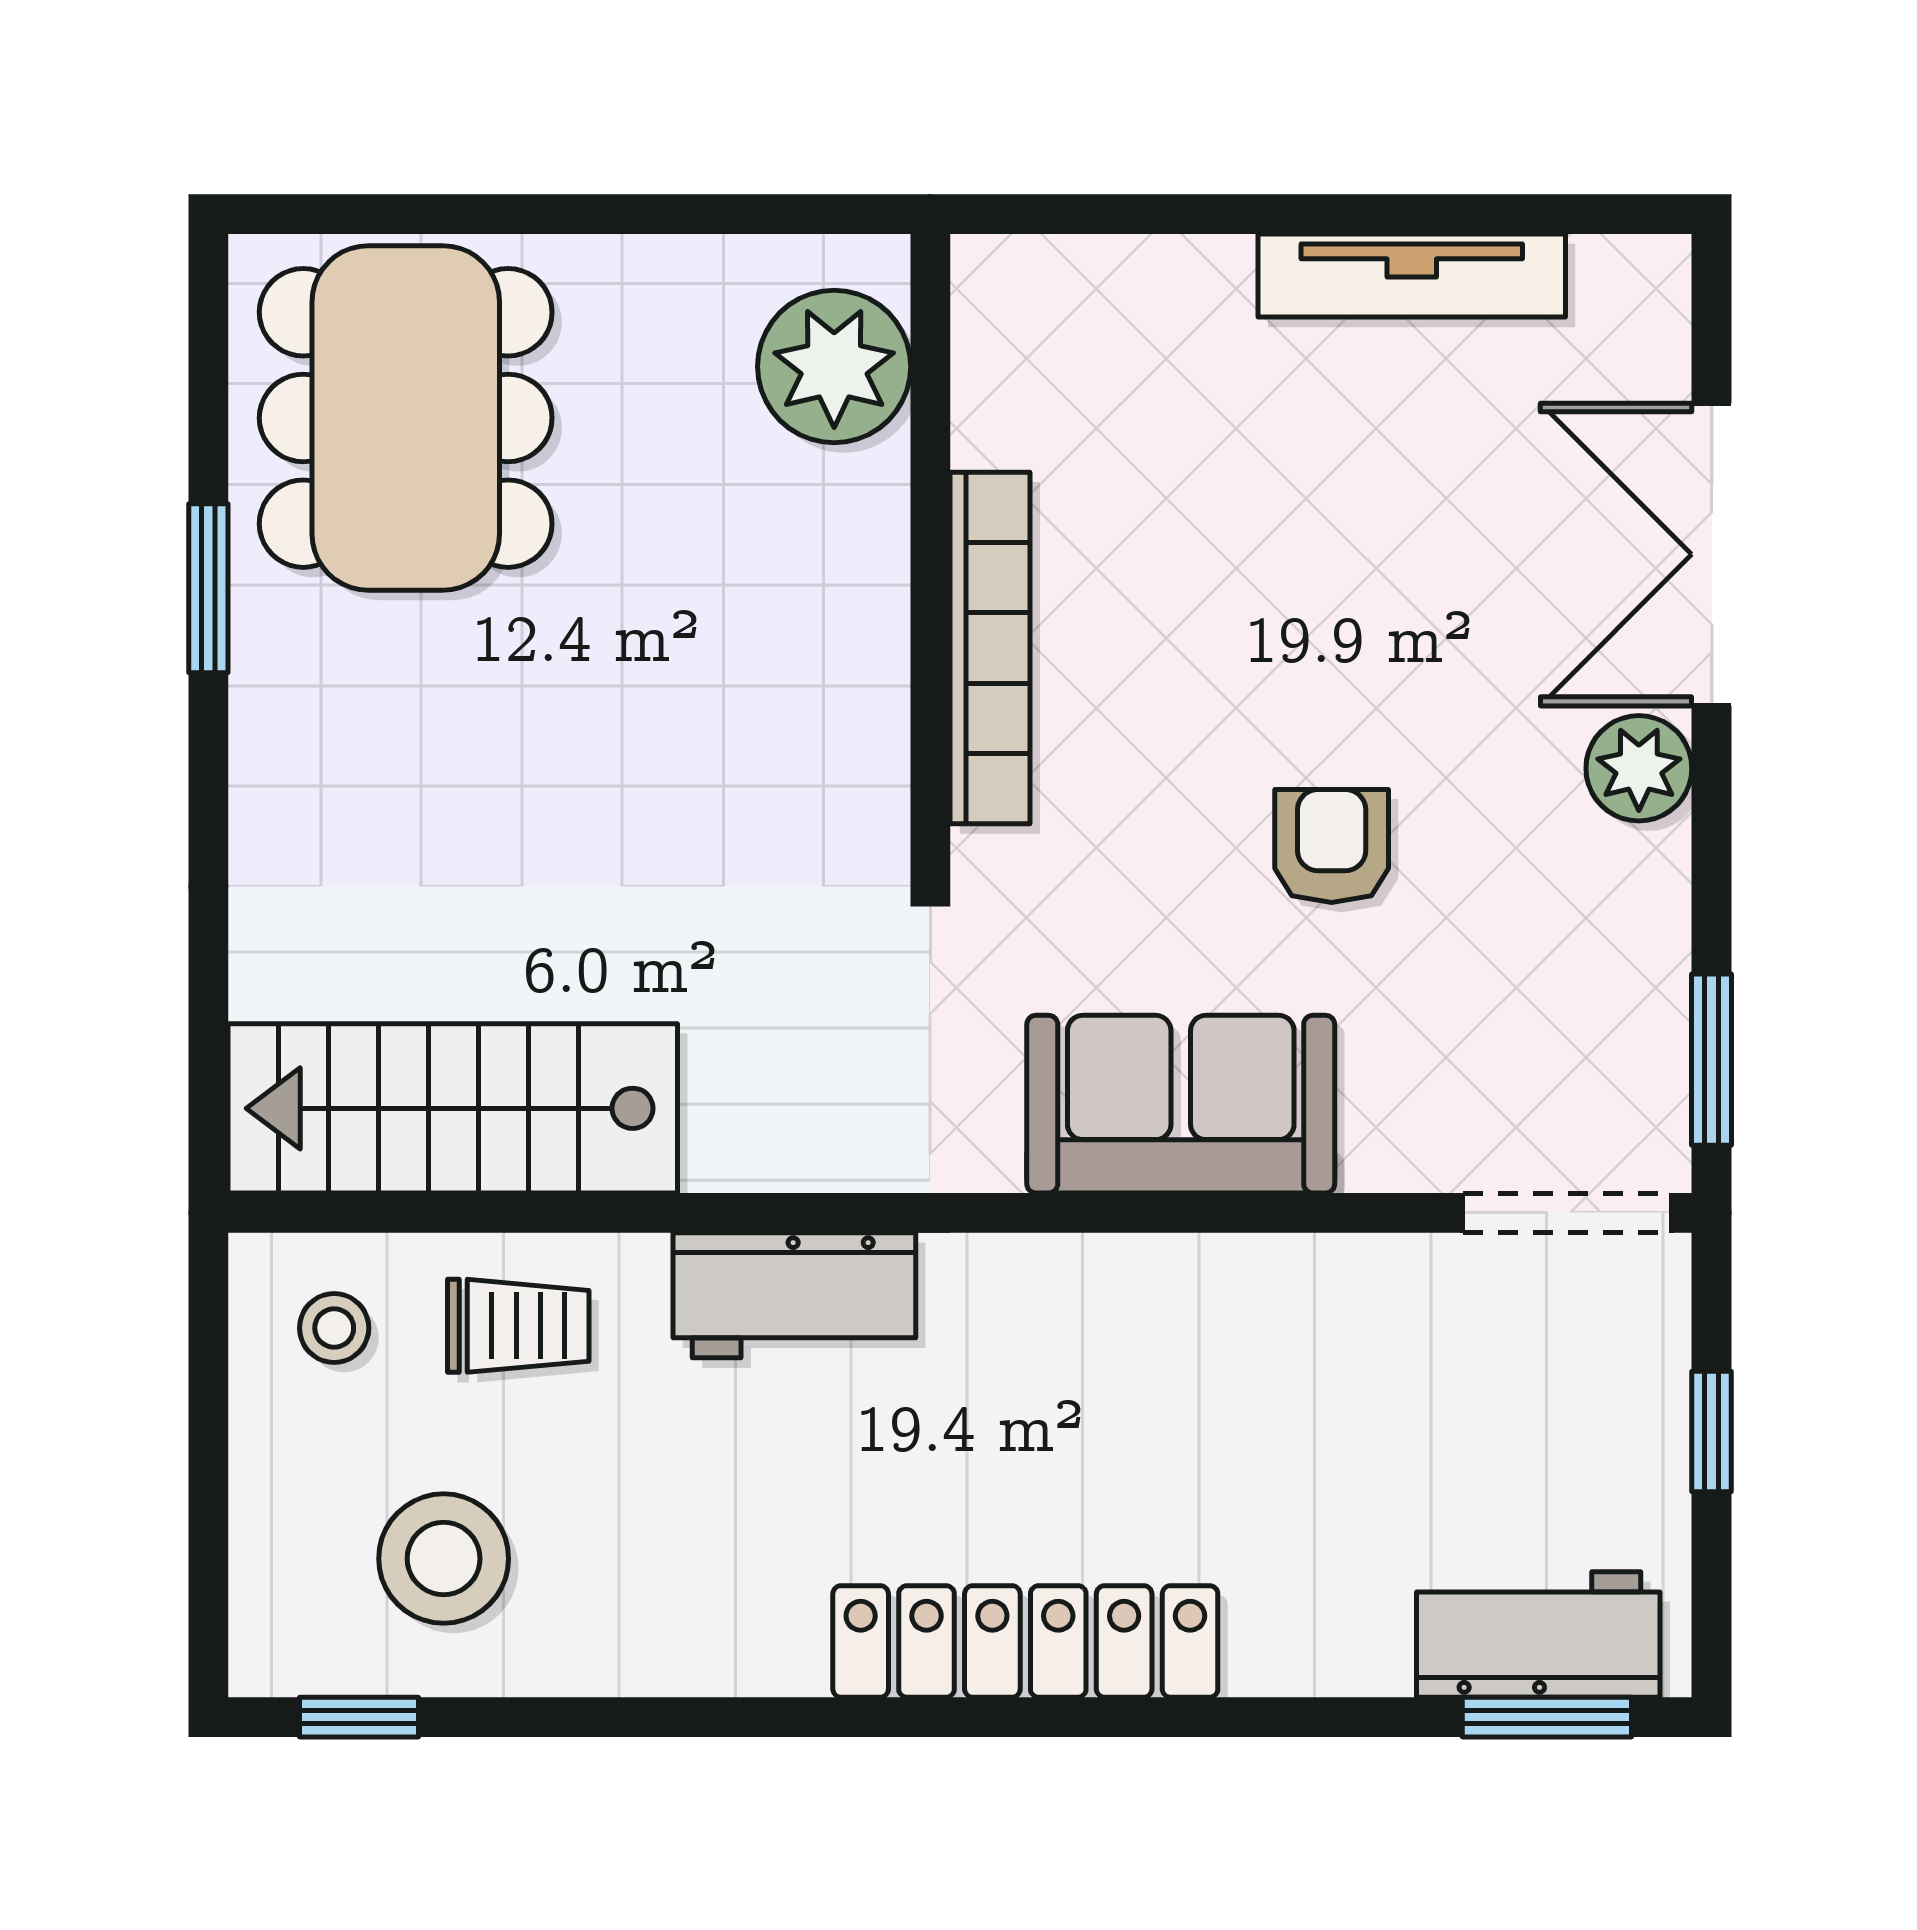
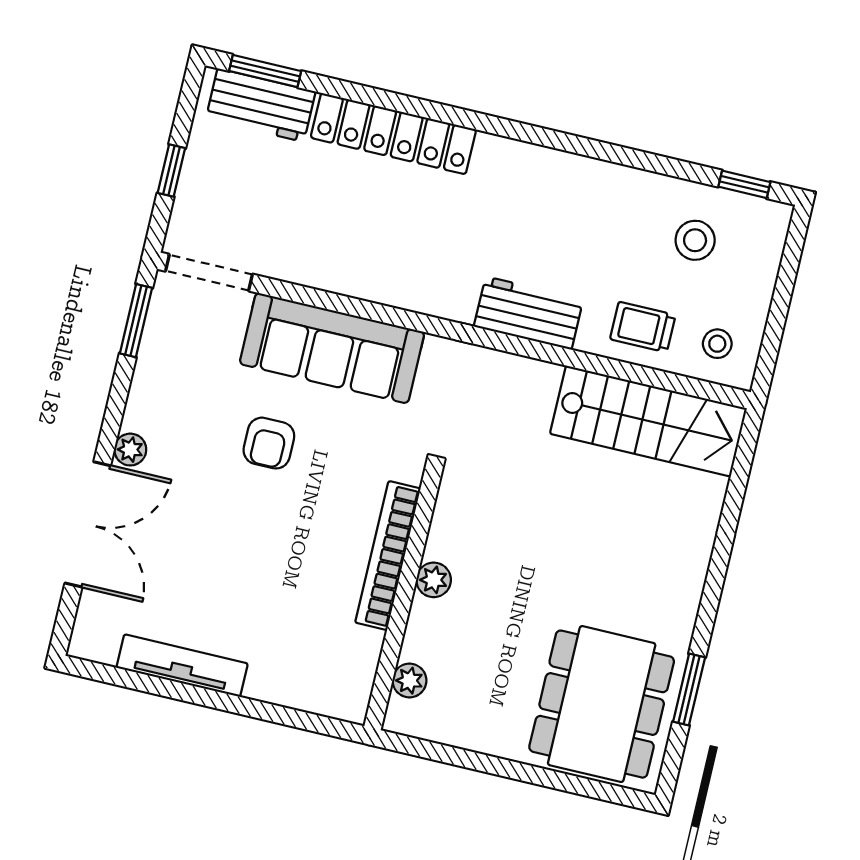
plant: (834, 366) -> (409, 681), width x0.53, depth x0.53
window: (208, 588) -> (689, 690), moved
plant: (869, 616) -> (434, 580), added
plant: (1639, 768) -> (130, 450), width x0.73, depth x0.73
sofa: (1181, 1104) -> (332, 348), width x1.36
stool: (444, 1559) -> (695, 240), width x0.73, depth x0.73
locker: (1025, 1641) -> (393, 134), moved

